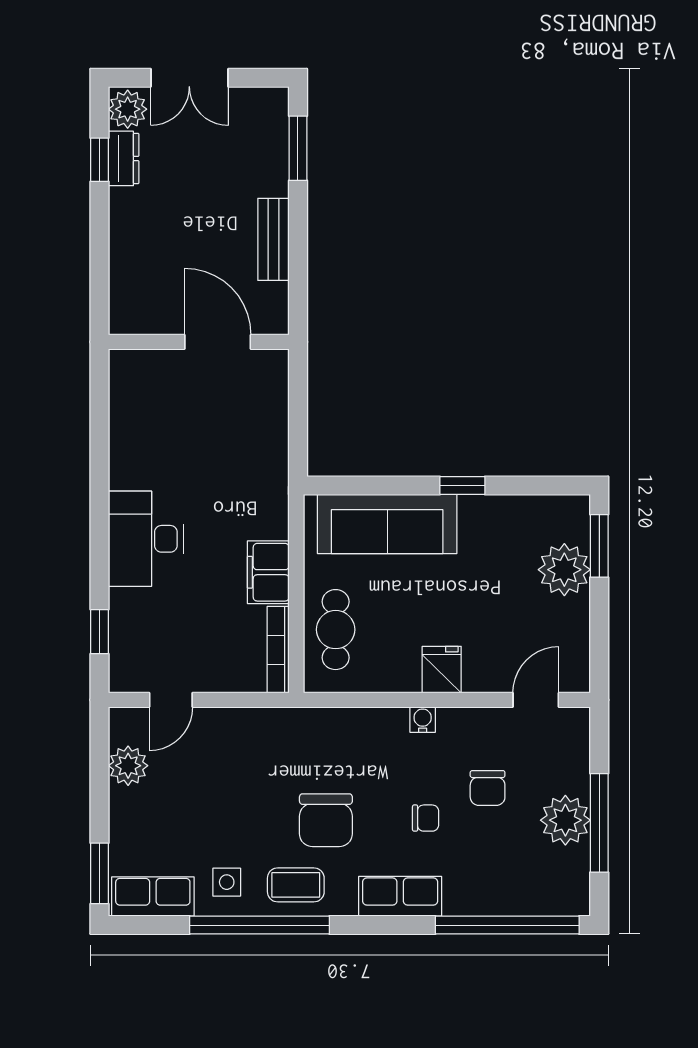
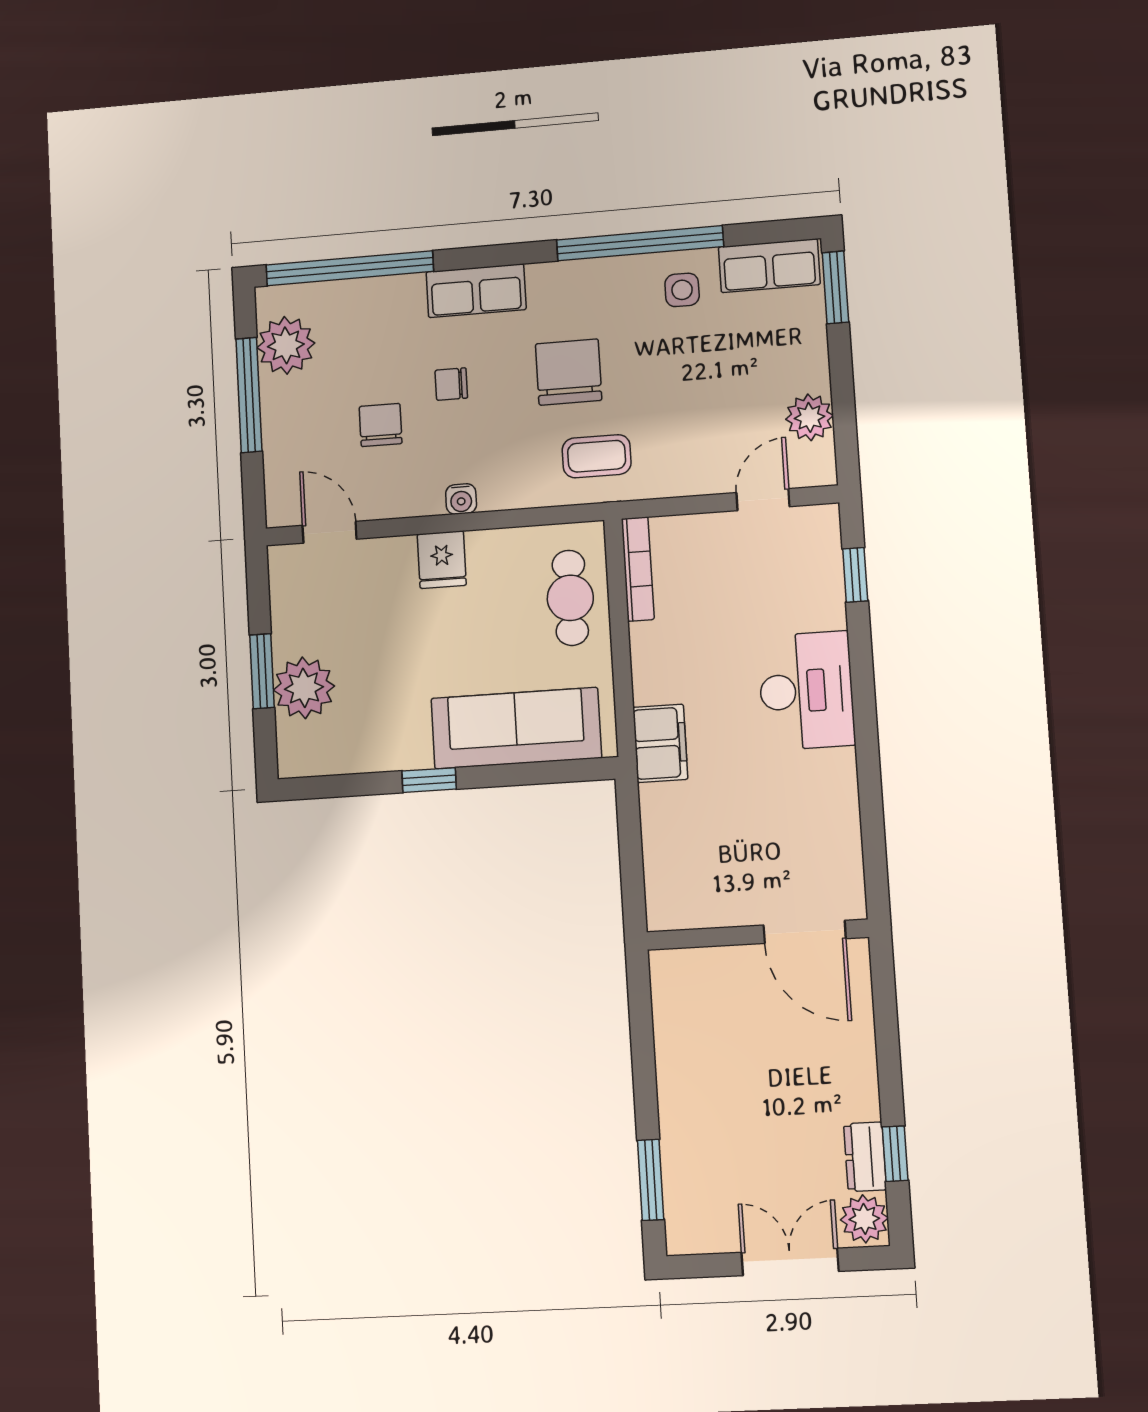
bench: (273, 239) -> (674, 1066), removed
door: (218, 342) -> (805, 932), moved
window: (599, 546) -> (262, 671), moved
filing cabinet: (268, 572) -> (660, 743), moved
door: (536, 700) -> (330, 532), swing flipped
plant: (565, 820) -> (286, 345), moved
coffee table: (296, 885) -> (597, 456), moved

